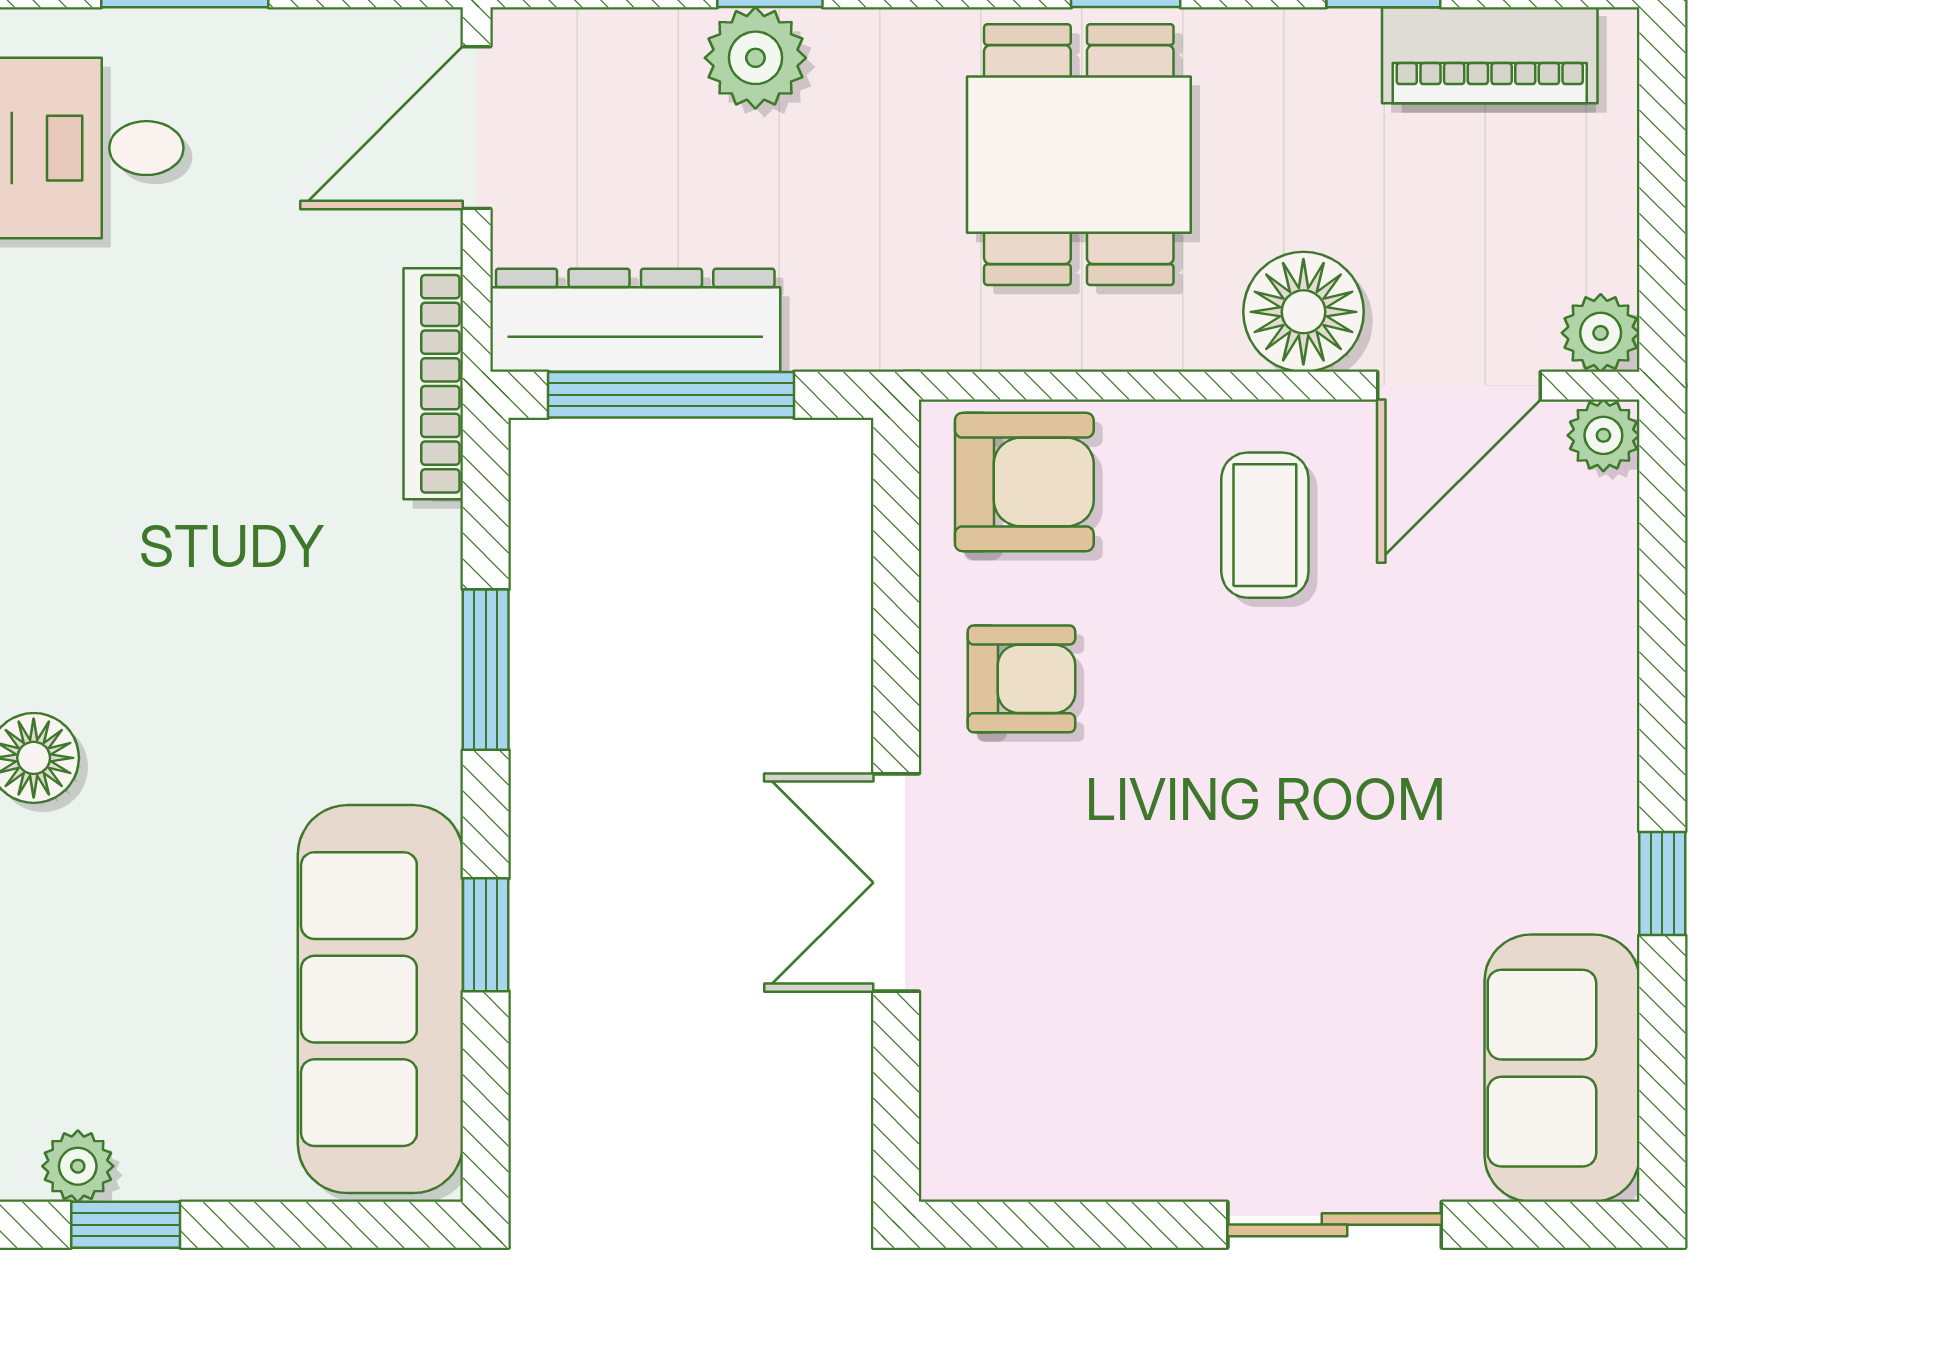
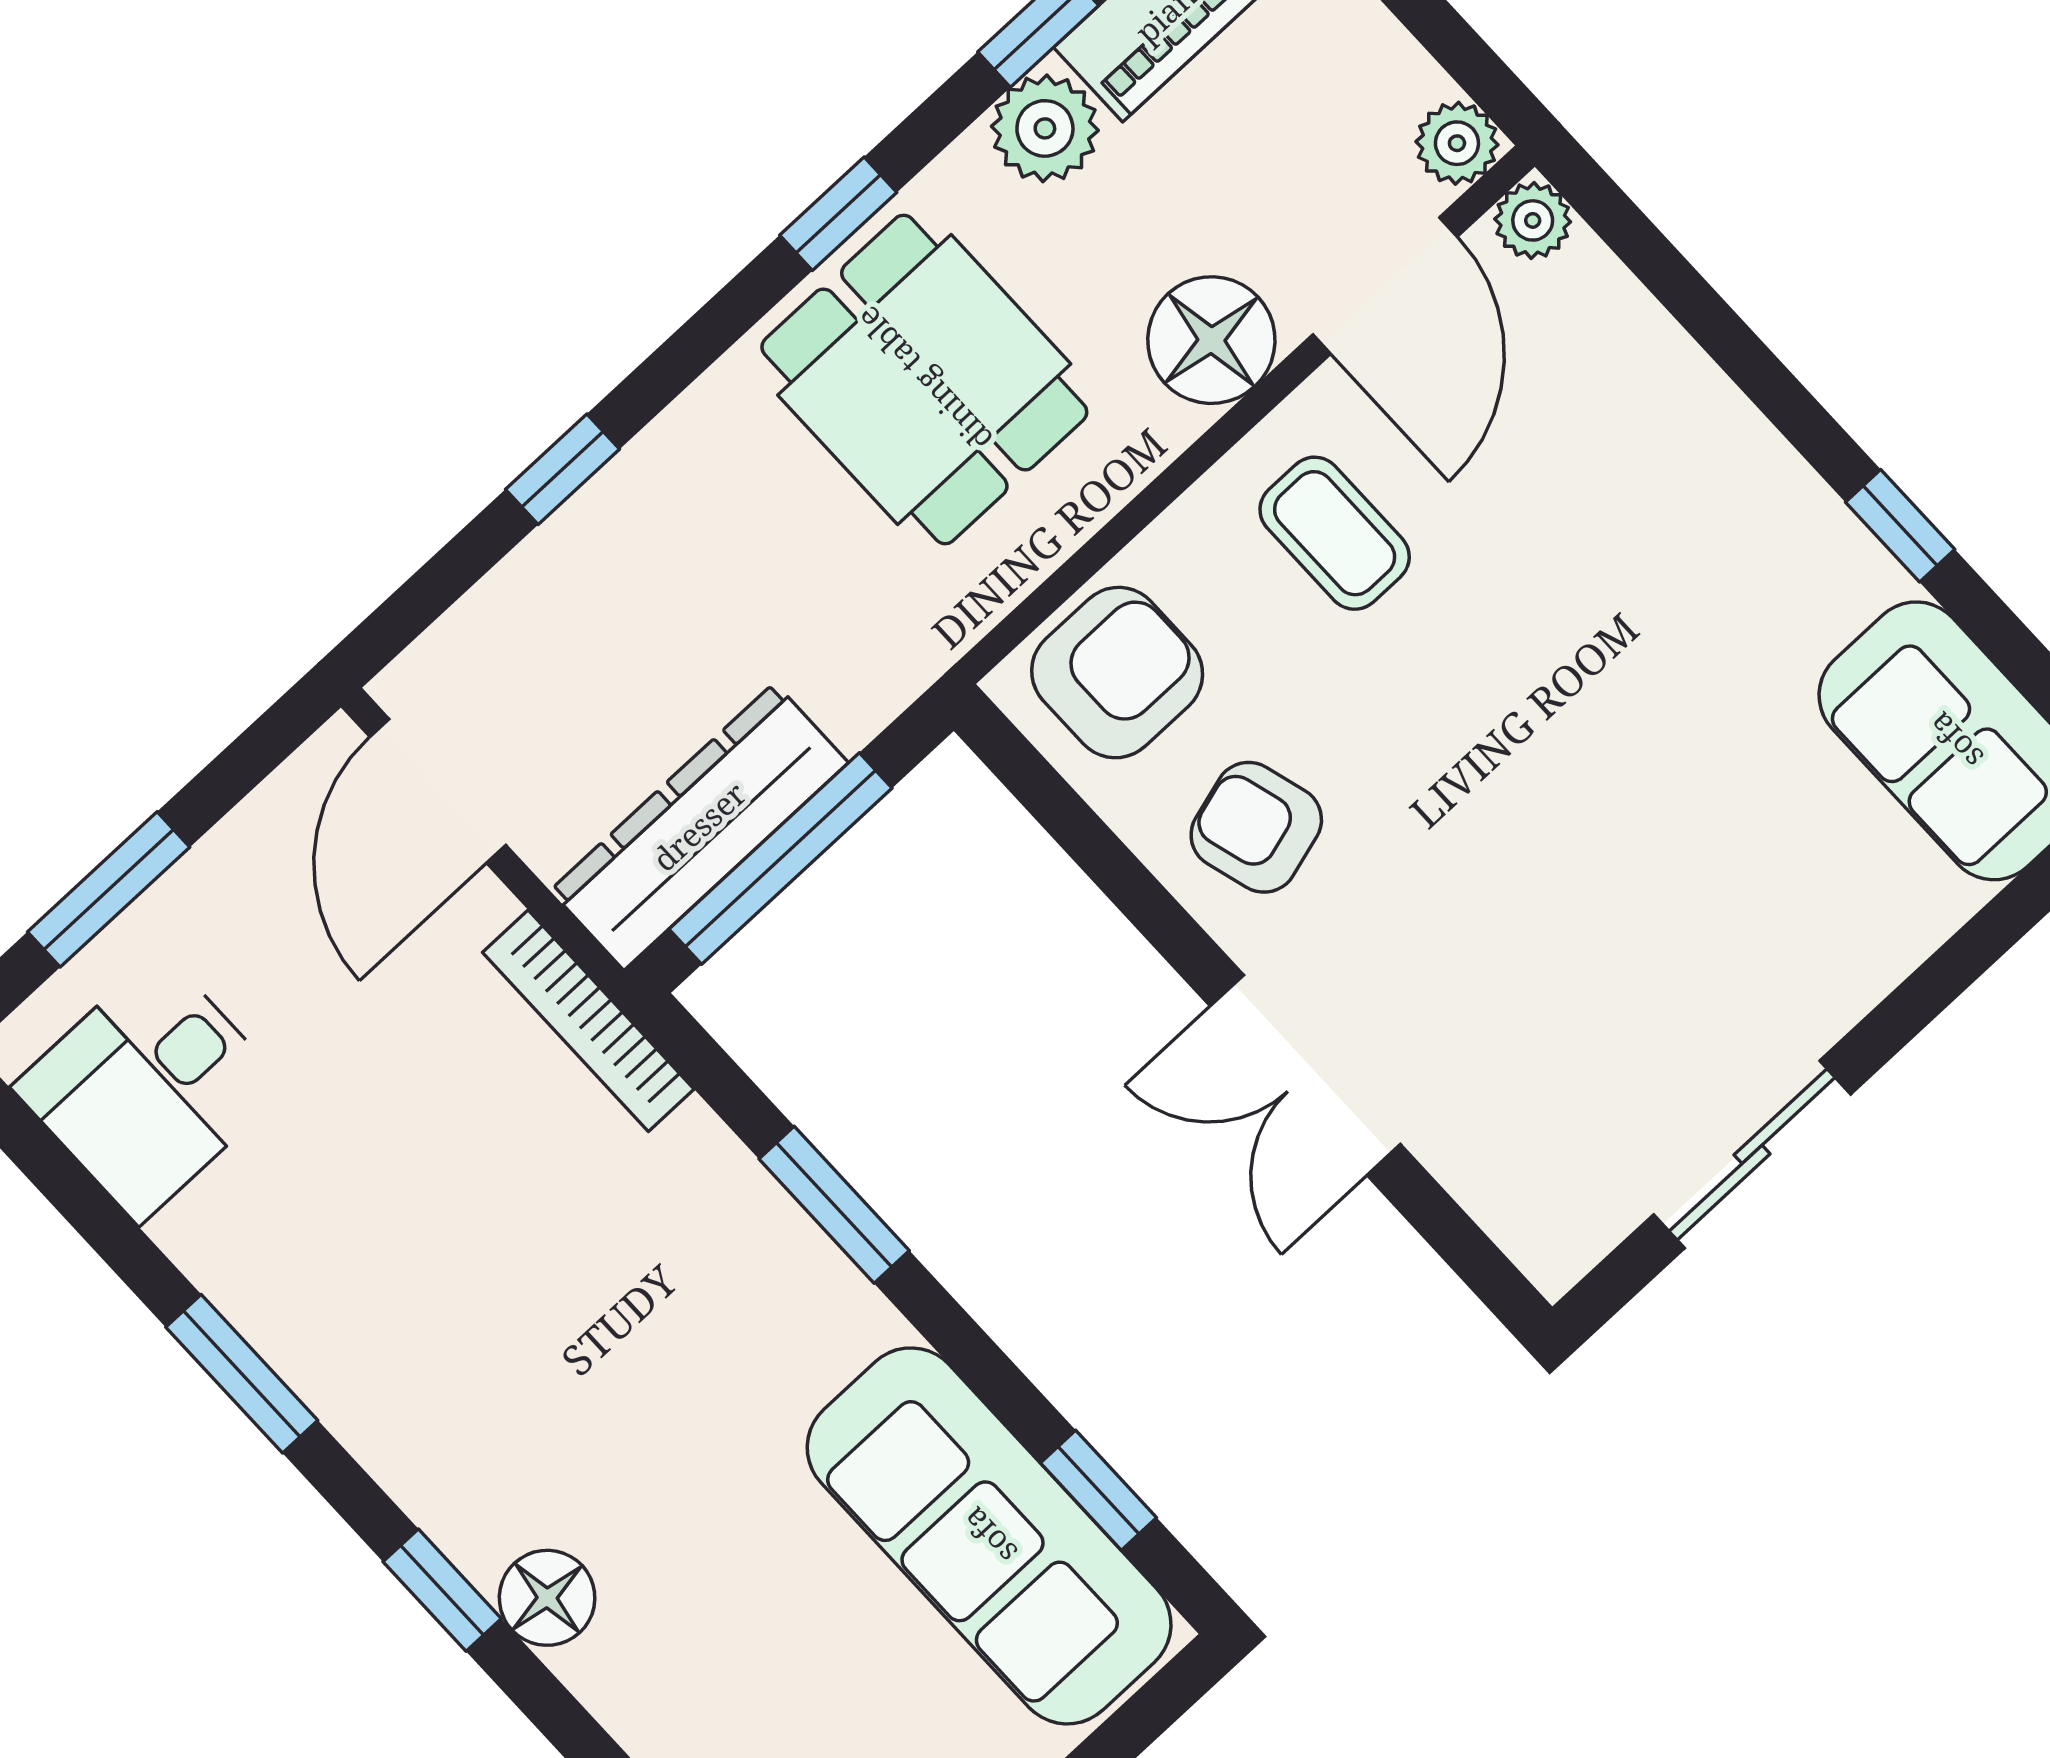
plant: (755, 58) -> (1045, 128), moved
armchair: (1021, 679) -> (1256, 827), turned -106
window: (486, 935) -> (1098, 1490), moved
sliding door: (1335, 1225) -> (1752, 1154), moved

